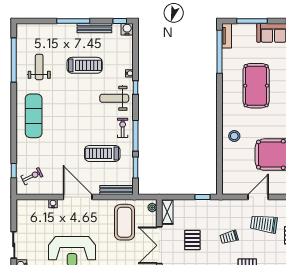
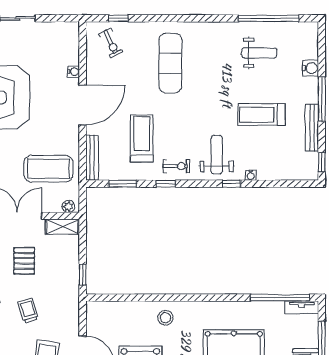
water cooler: (127, 29) -> (311, 68), moved
treadmill: (85, 65) -> (261, 115), turned 90
exercise mat: (34, 116) -> (170, 63), moved, turned 90
window: (136, 136) -> (166, 184), width x0.46
pallet: (192, 240) -> (24, 261), turned 90

